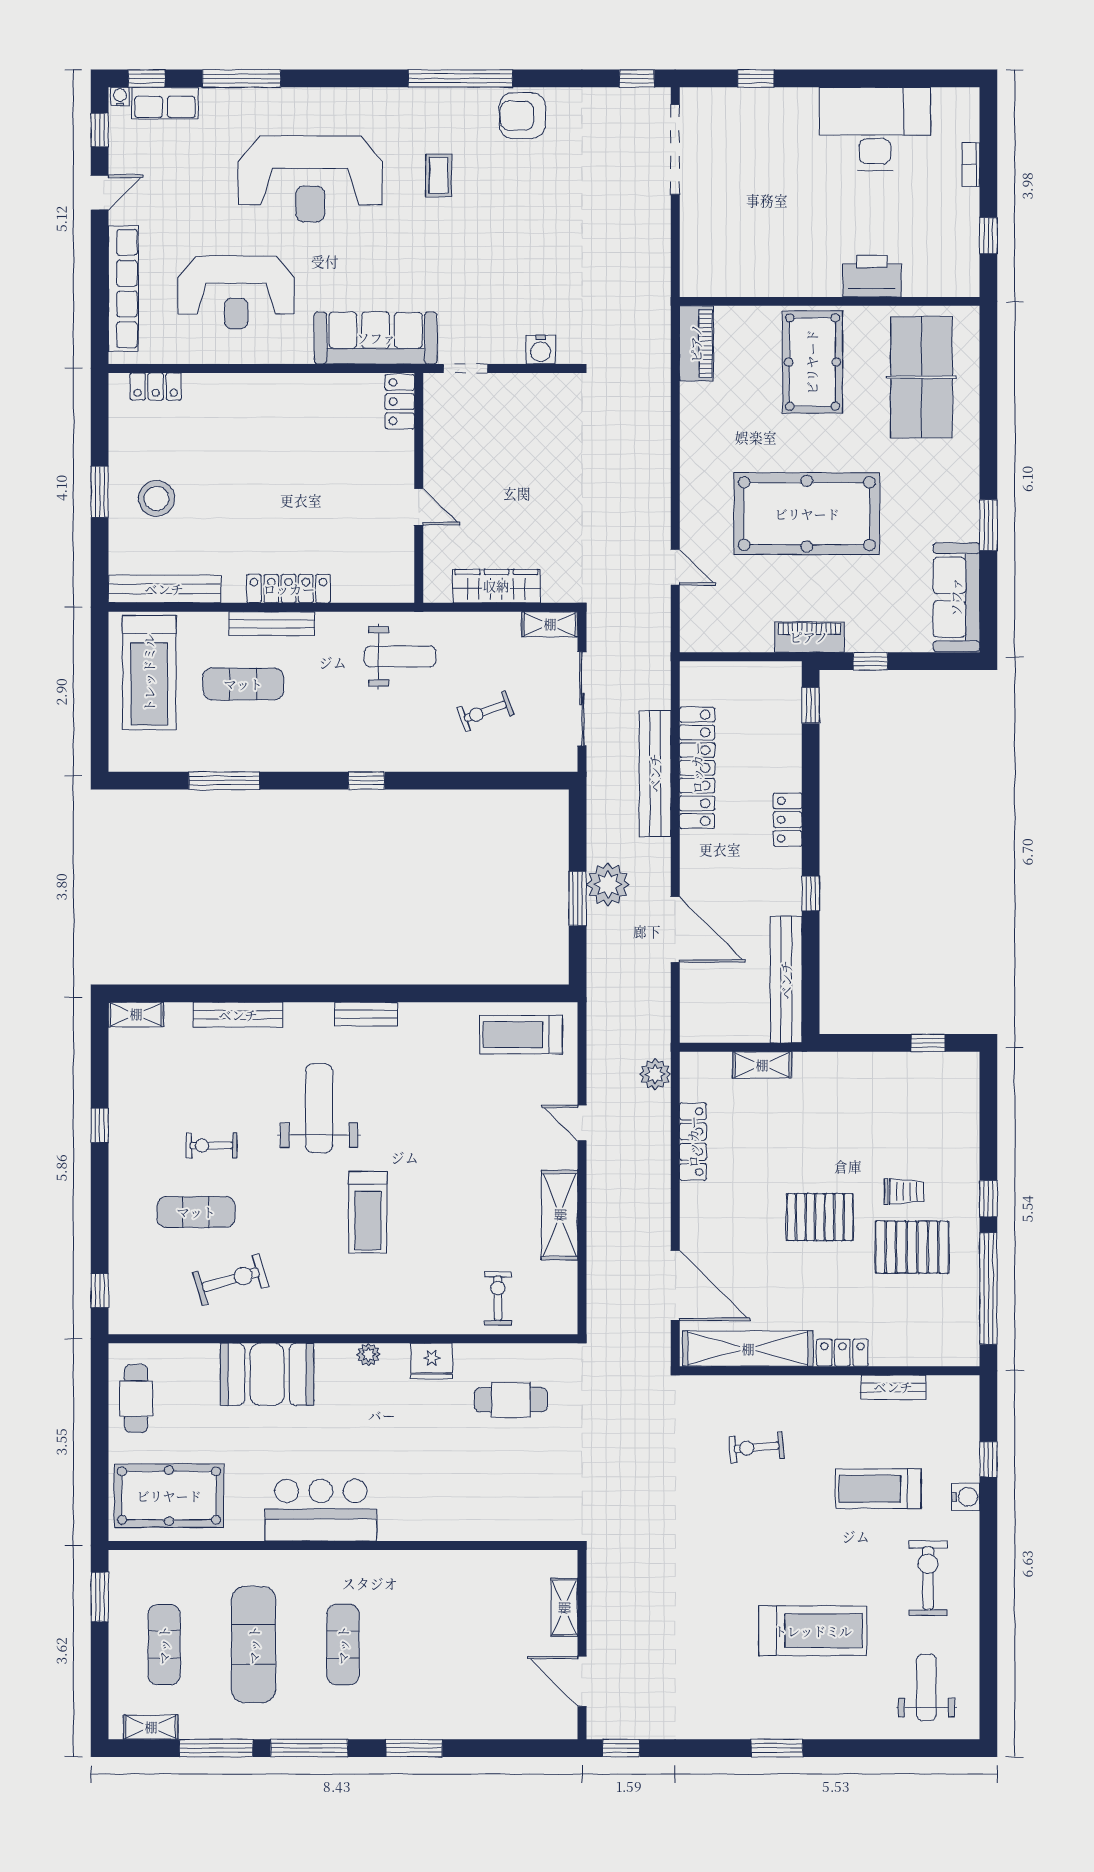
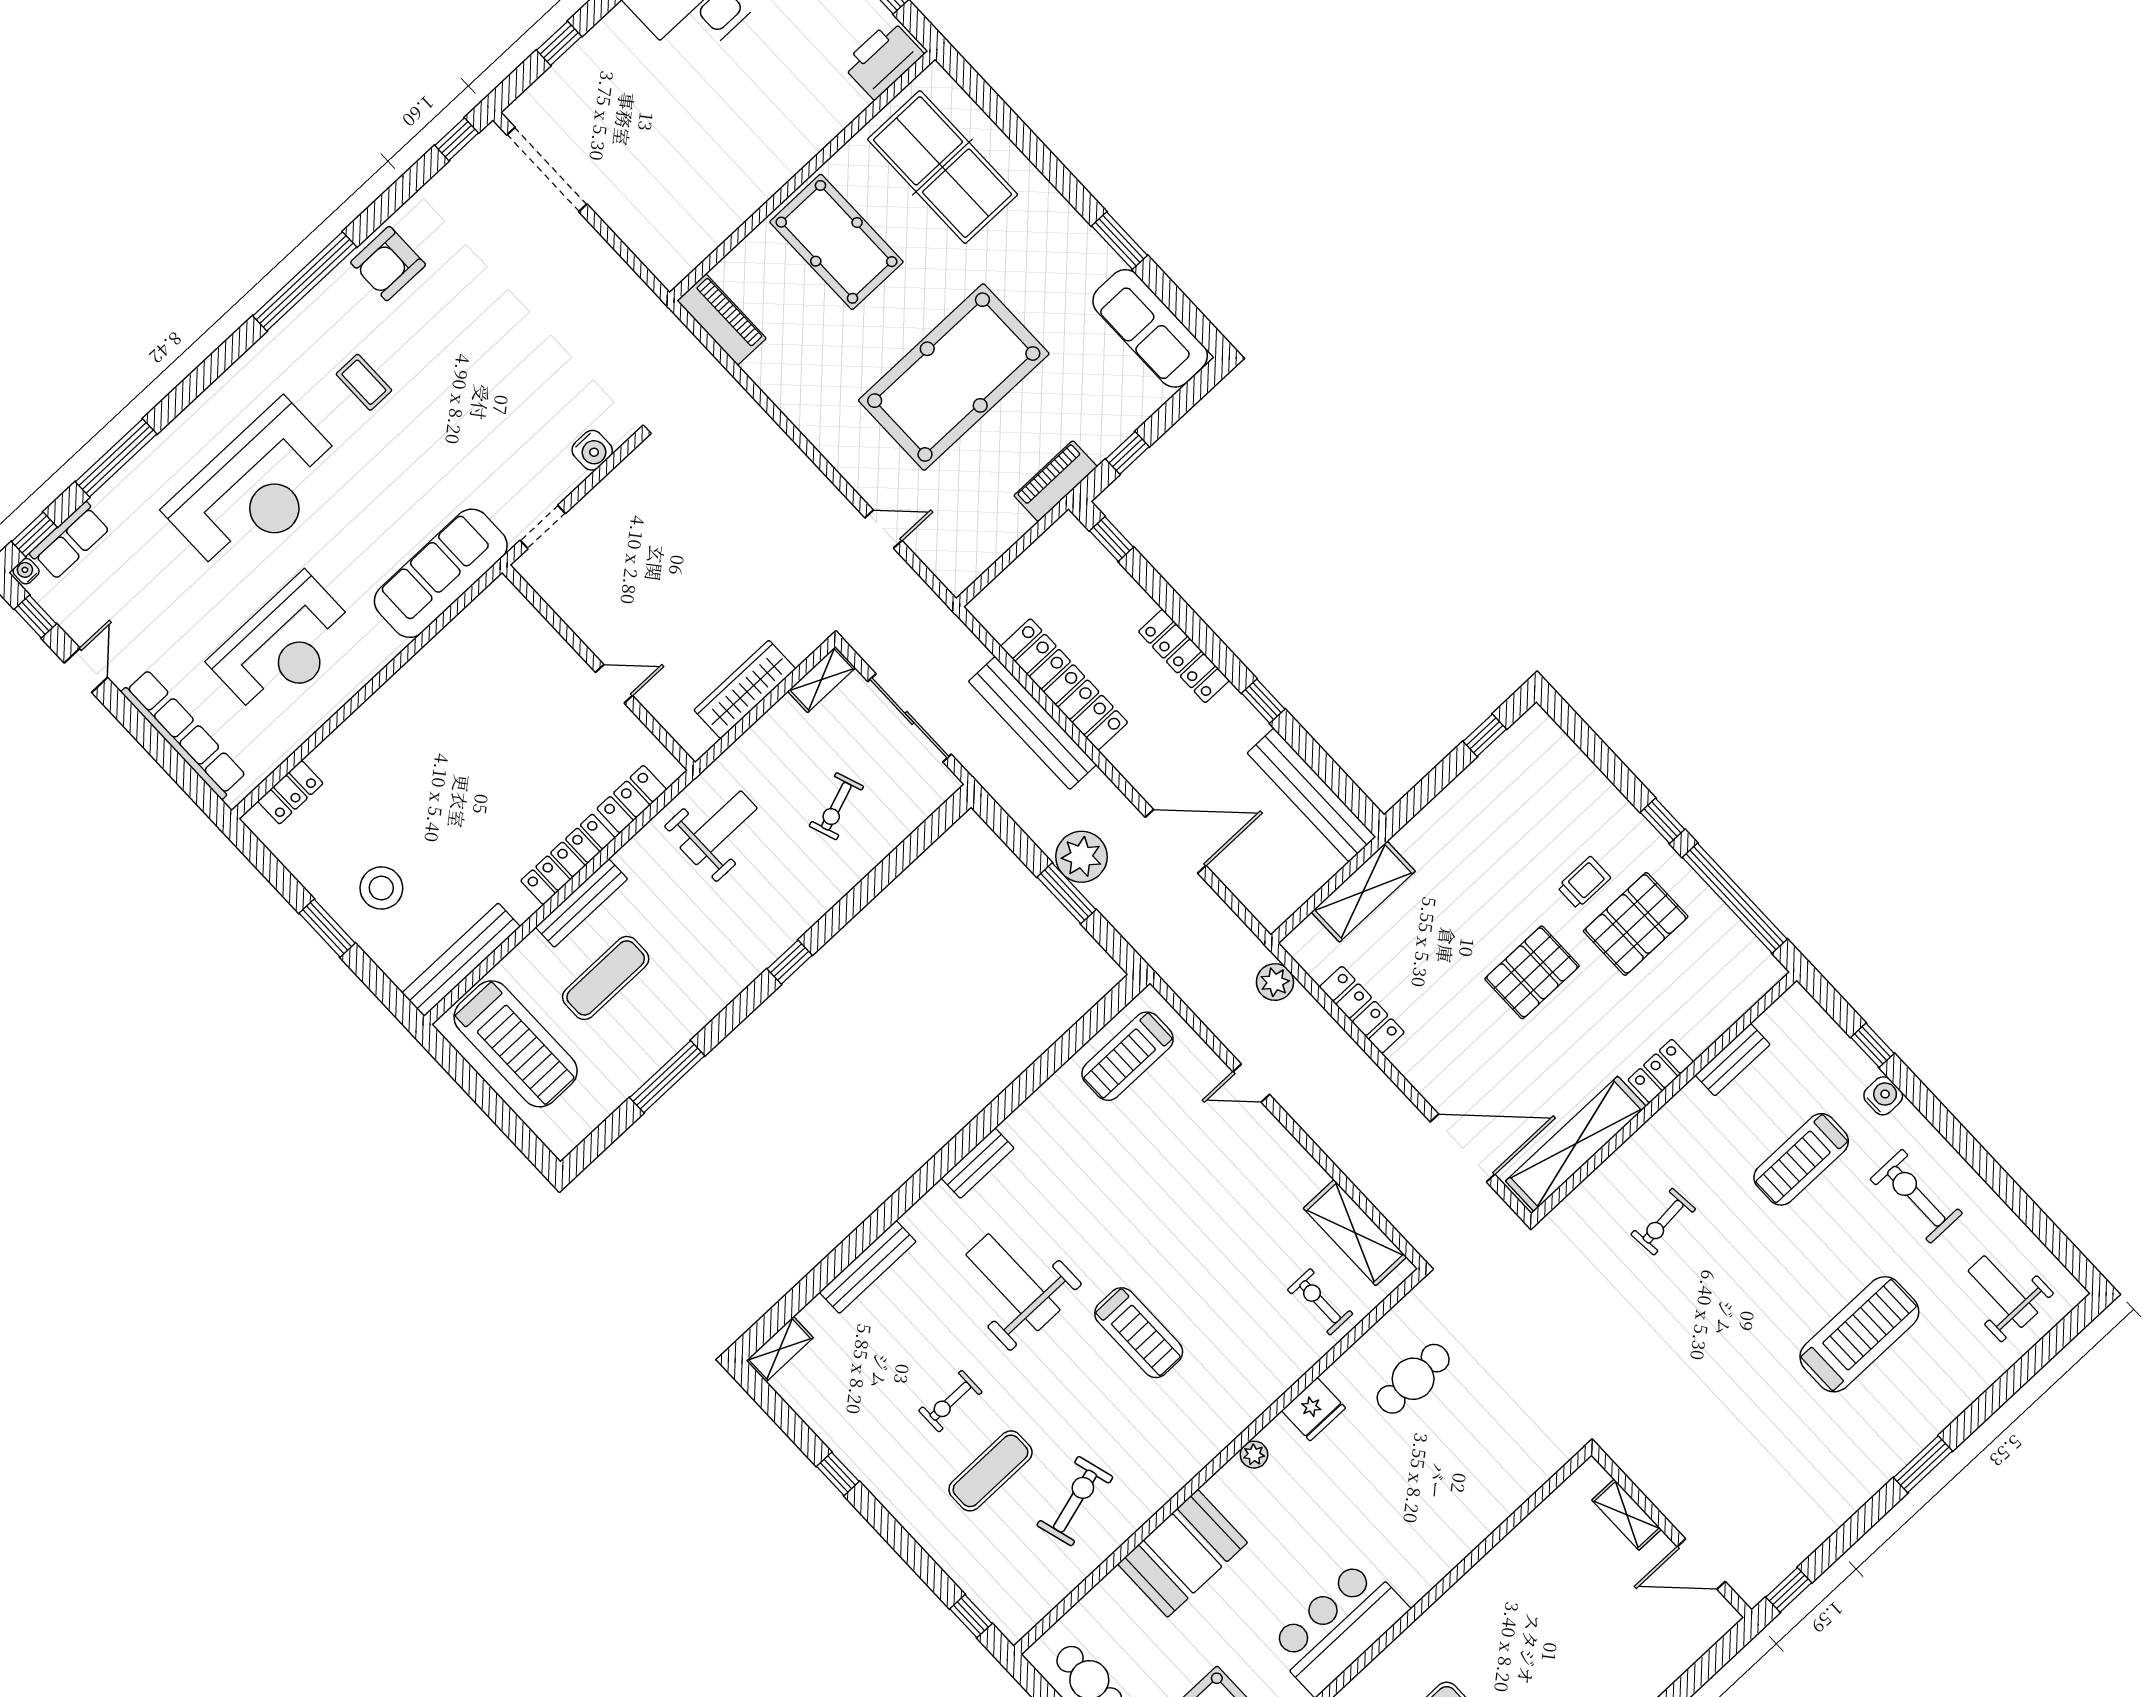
printer: (872, 276) -> (883, 60), moved
locker: (400, 402) -> (632, 799), moved, turned 90
locker: (788, 820) -> (1184, 656), width x1.53
shelving: (762, 1065) -> (1363, 892), width x1.50, depth x1.33
shelving: (560, 1215) -> (1355, 1233), moved

